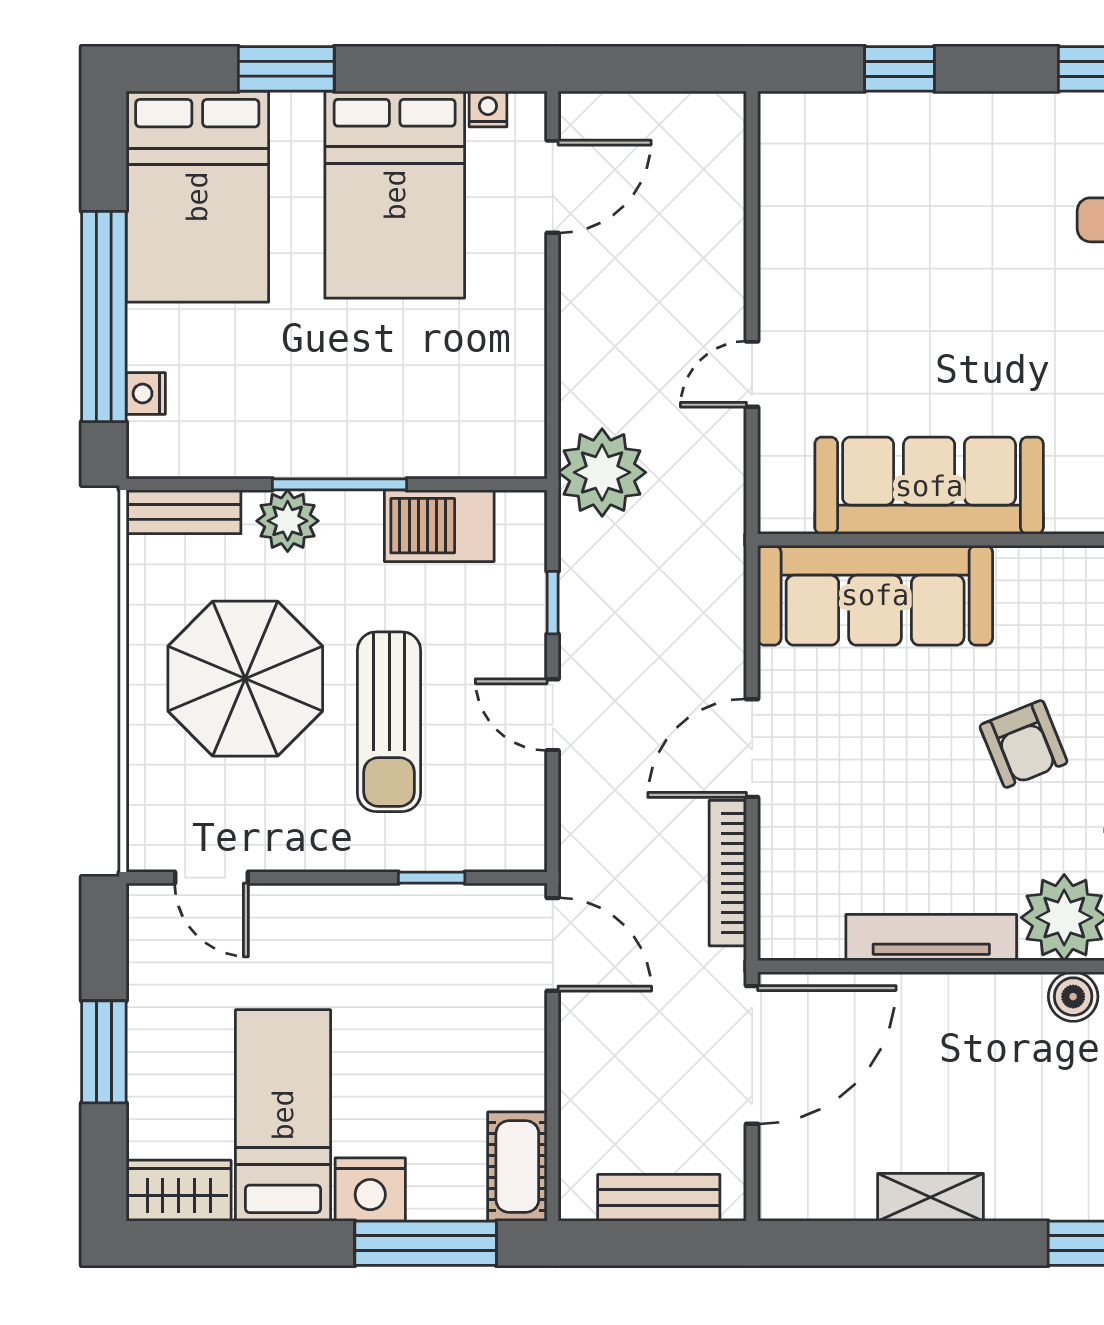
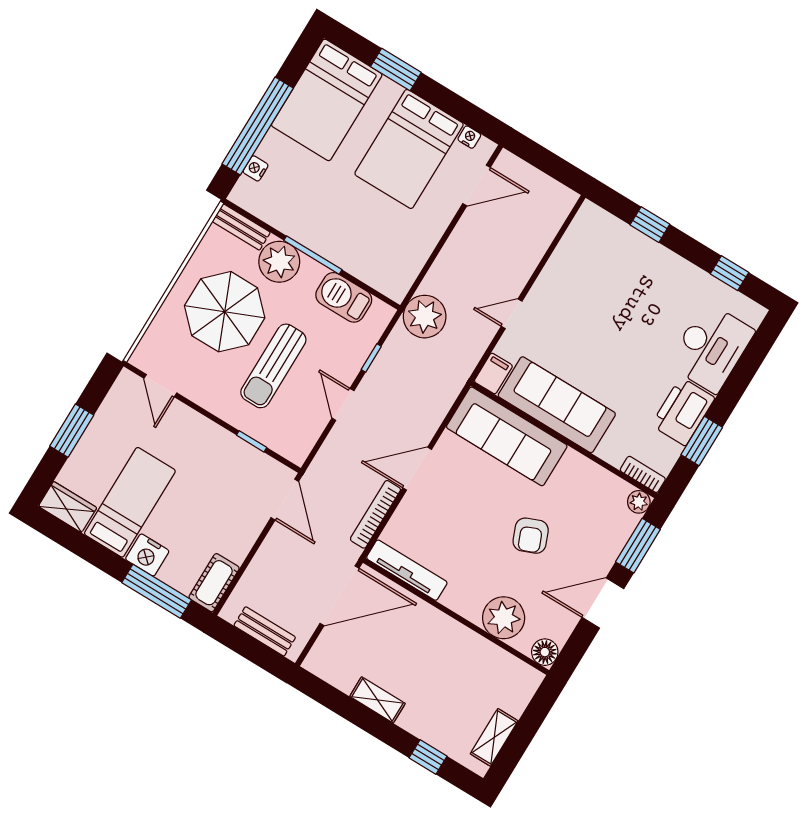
filing cabinet: (784, 499) -> (493, 374), added
plant: (288, 521) -> (279, 262), width x1.36, depth x1.36
tv unit: (931, 938) -> (407, 570), moved
boiler: (1073, 997) -> (487, 653), removed

